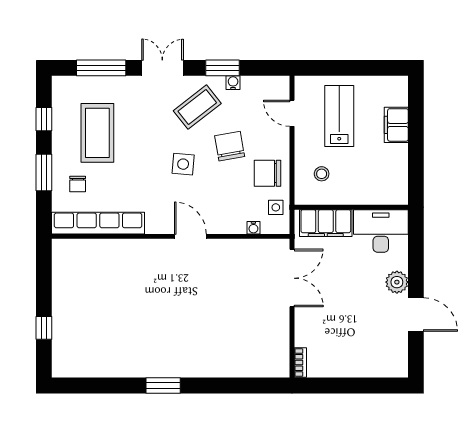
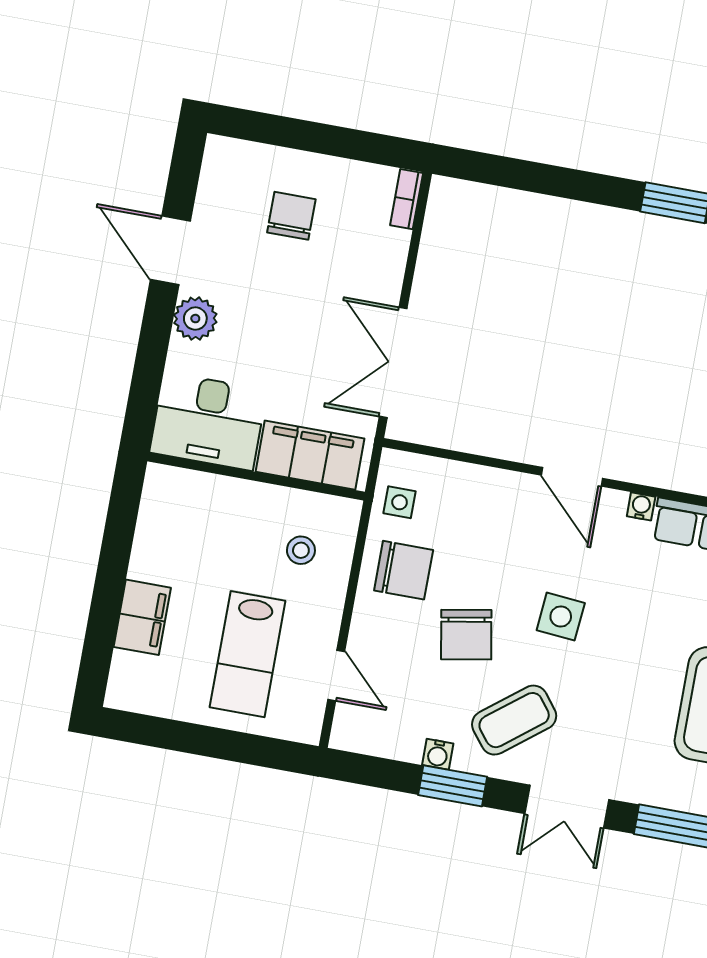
water cooler: (253, 228) -> (641, 506), moved
chair: (357, 343) -> (291, 216), added

